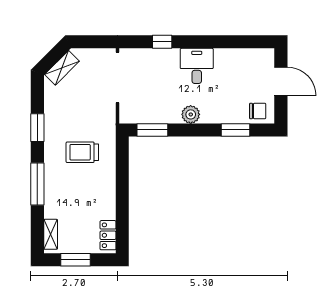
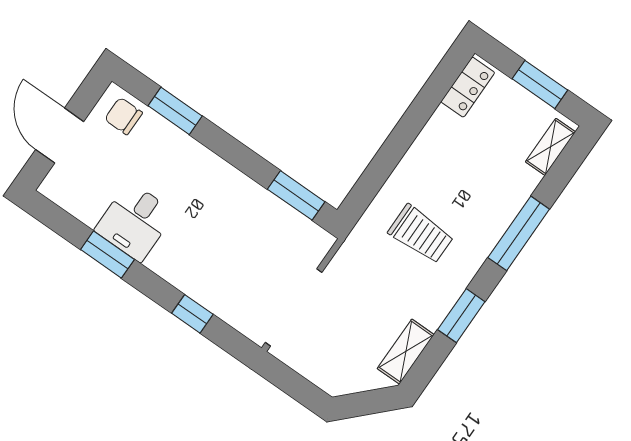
window: (220, 42) -> (107, 255), added
desk: (197, 66) -> (135, 222), moved
shelving: (62, 68) -> (406, 352), moved, turned -45
plant: (191, 114) -> (225, 179), removed

